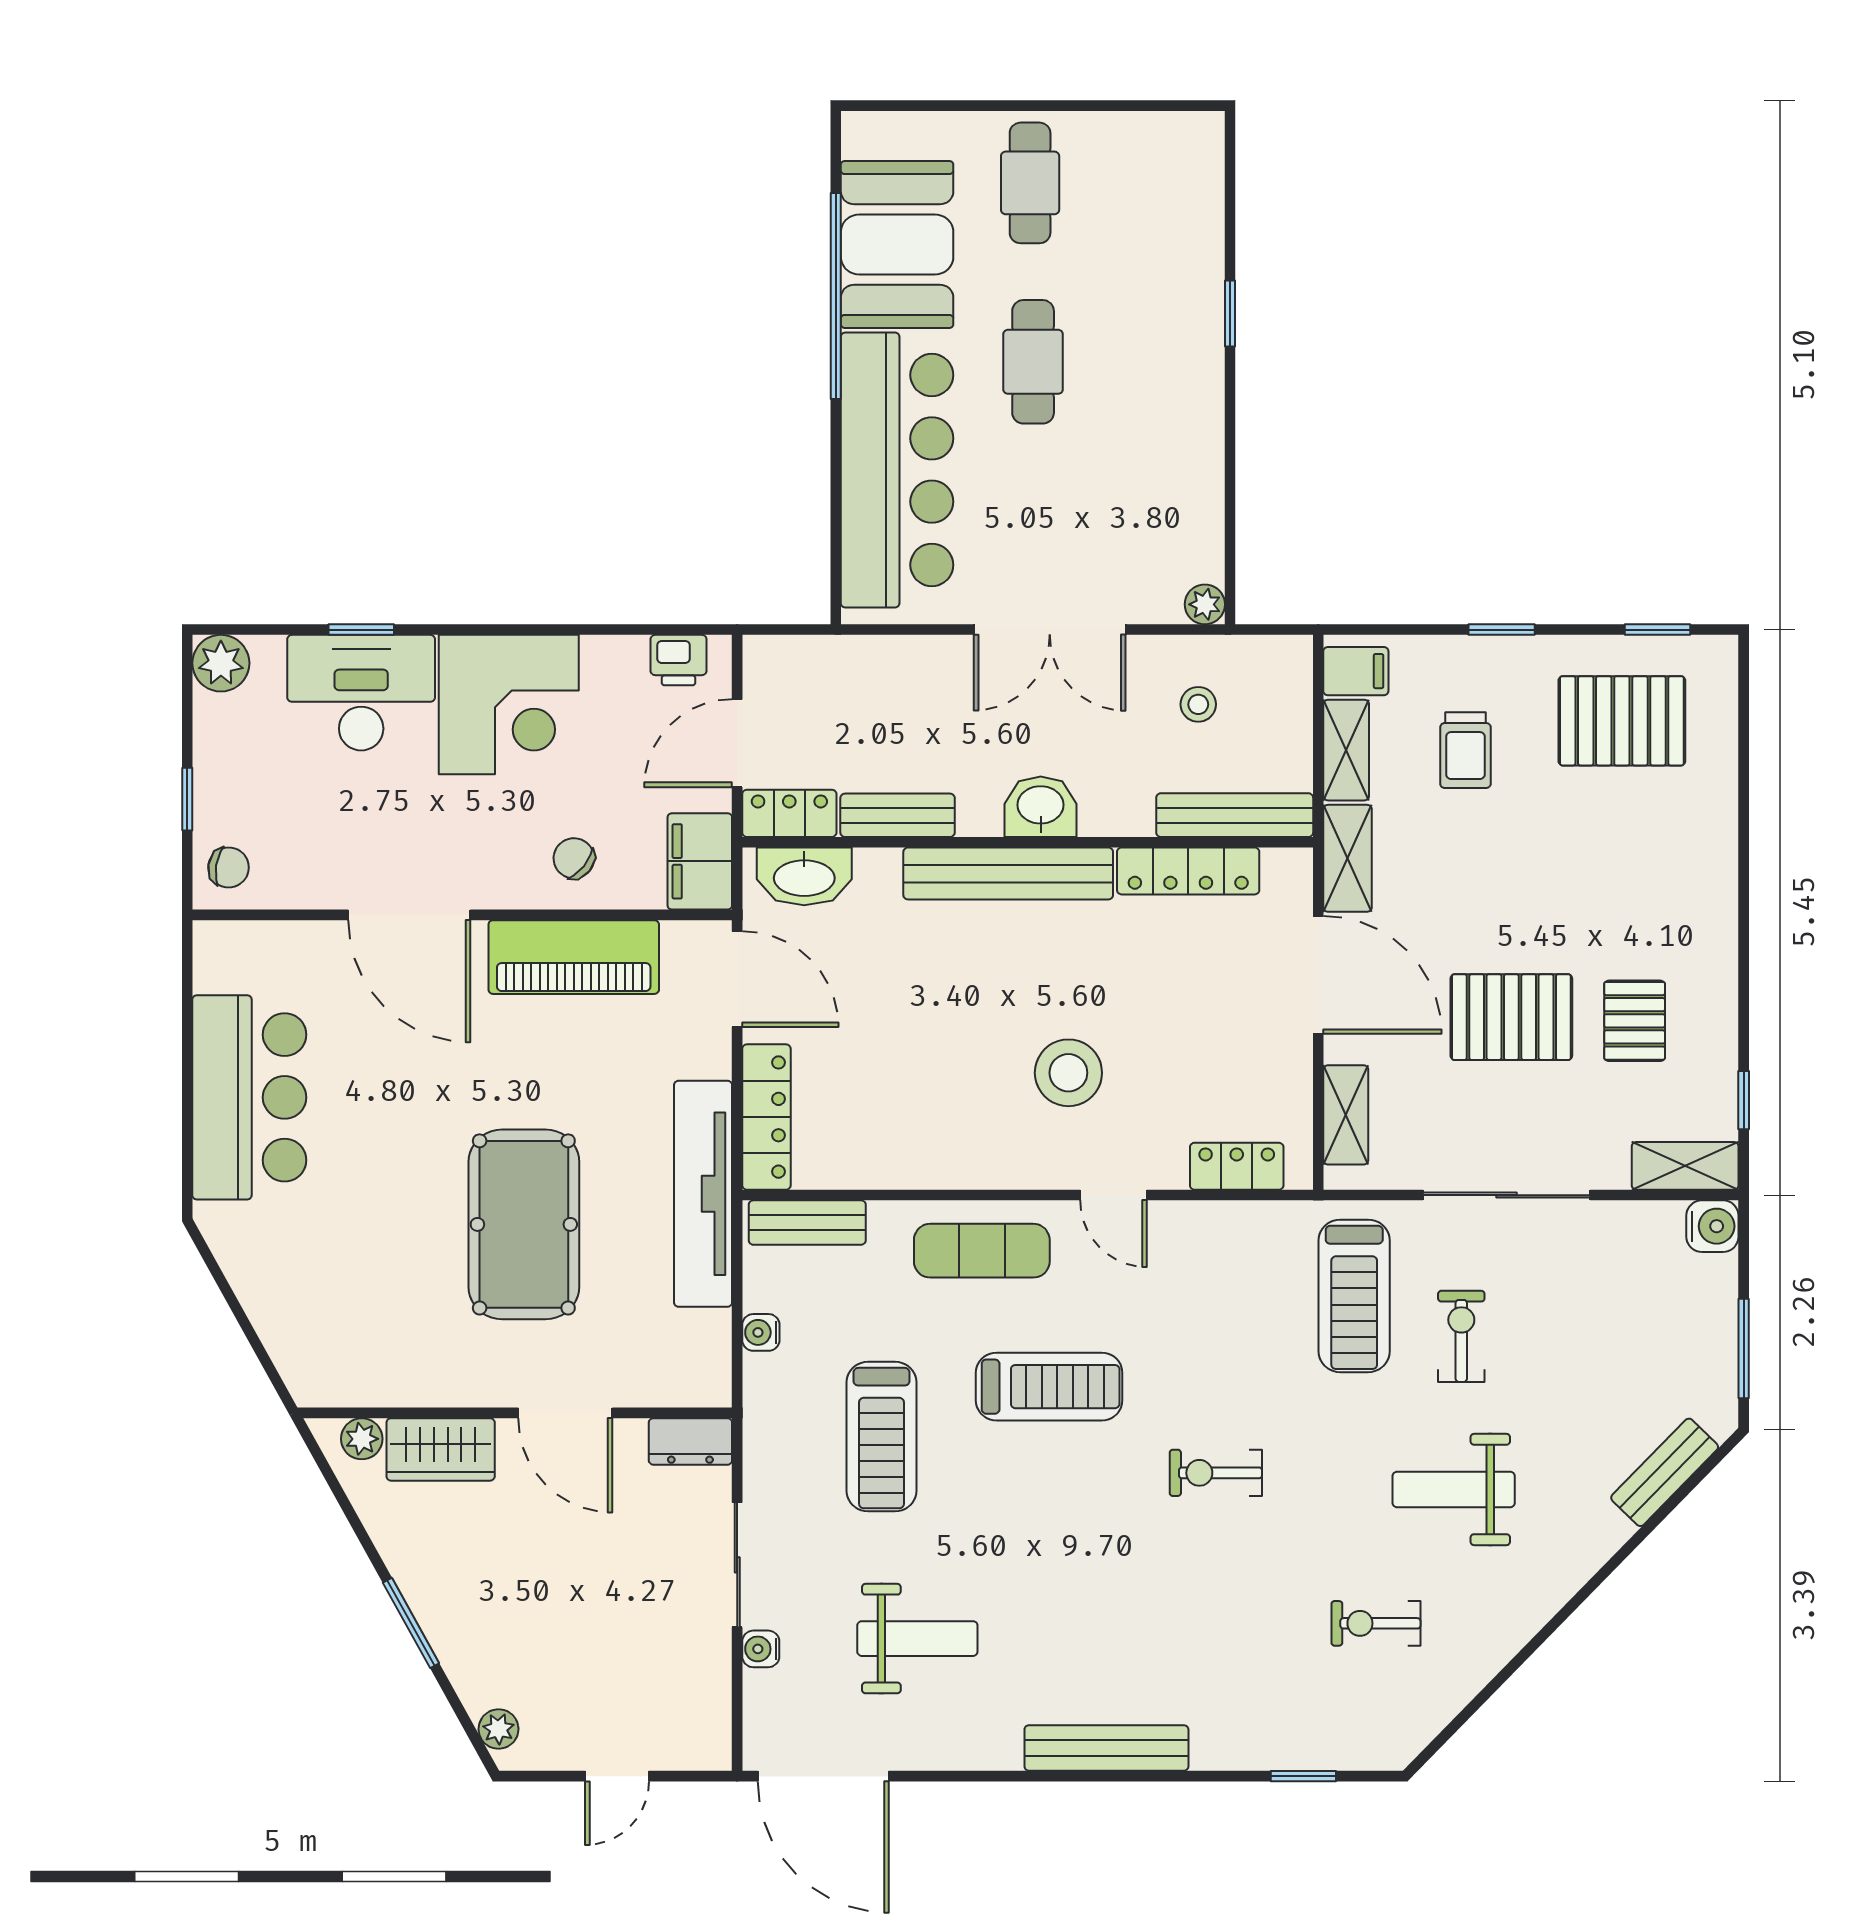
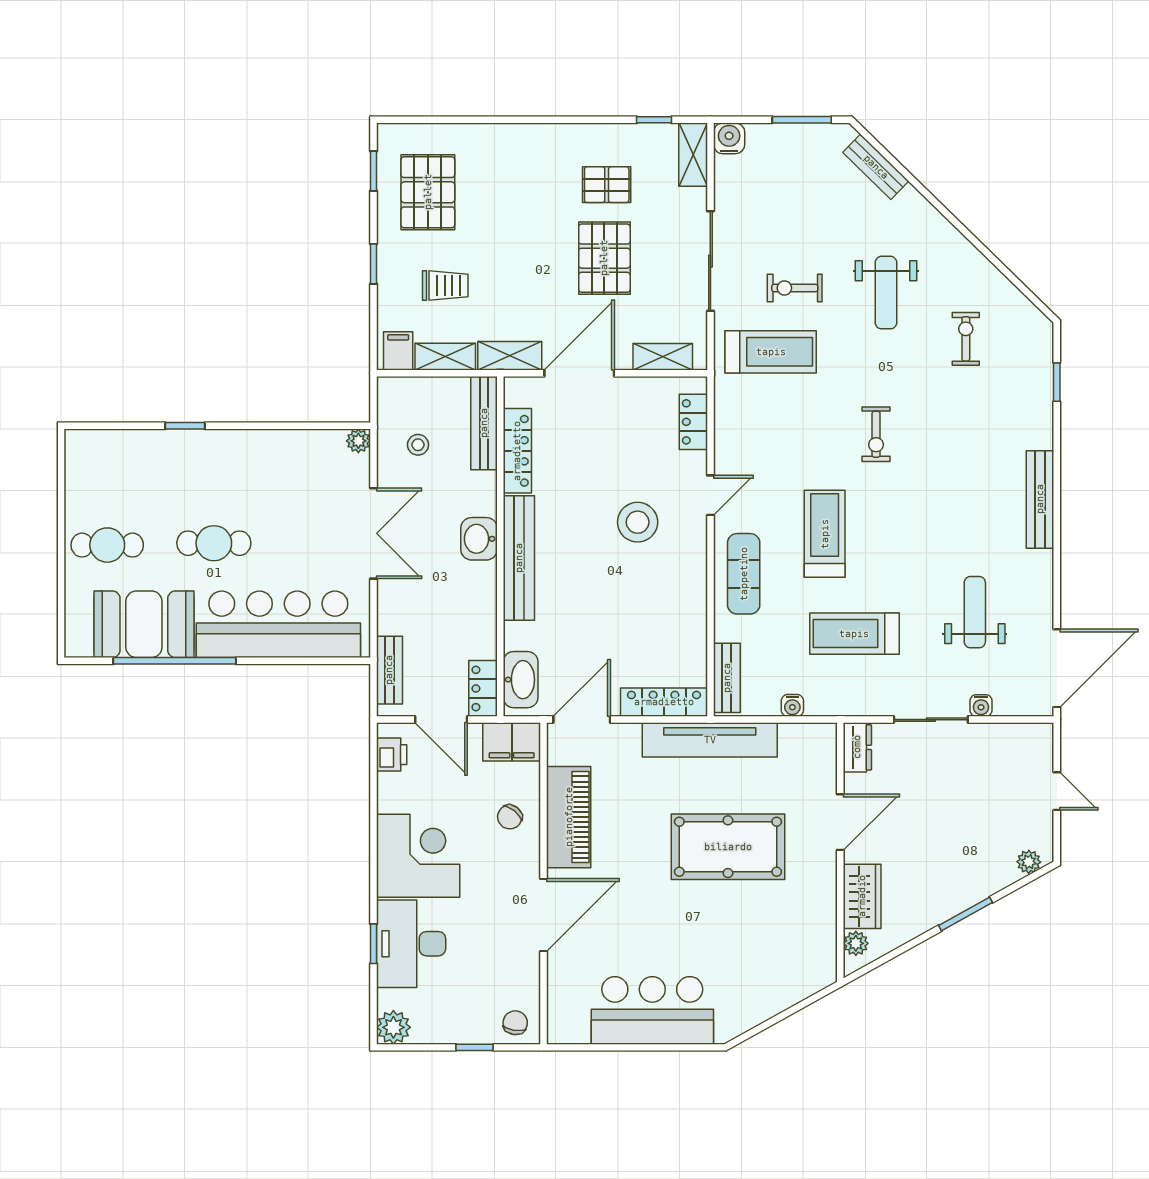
bench: (898, 815) -> (389, 670), moved
treadmill: (881, 1437) -> (854, 634), turned 180
exercise bike: (1376, 1623) -> (966, 339), turned 180

